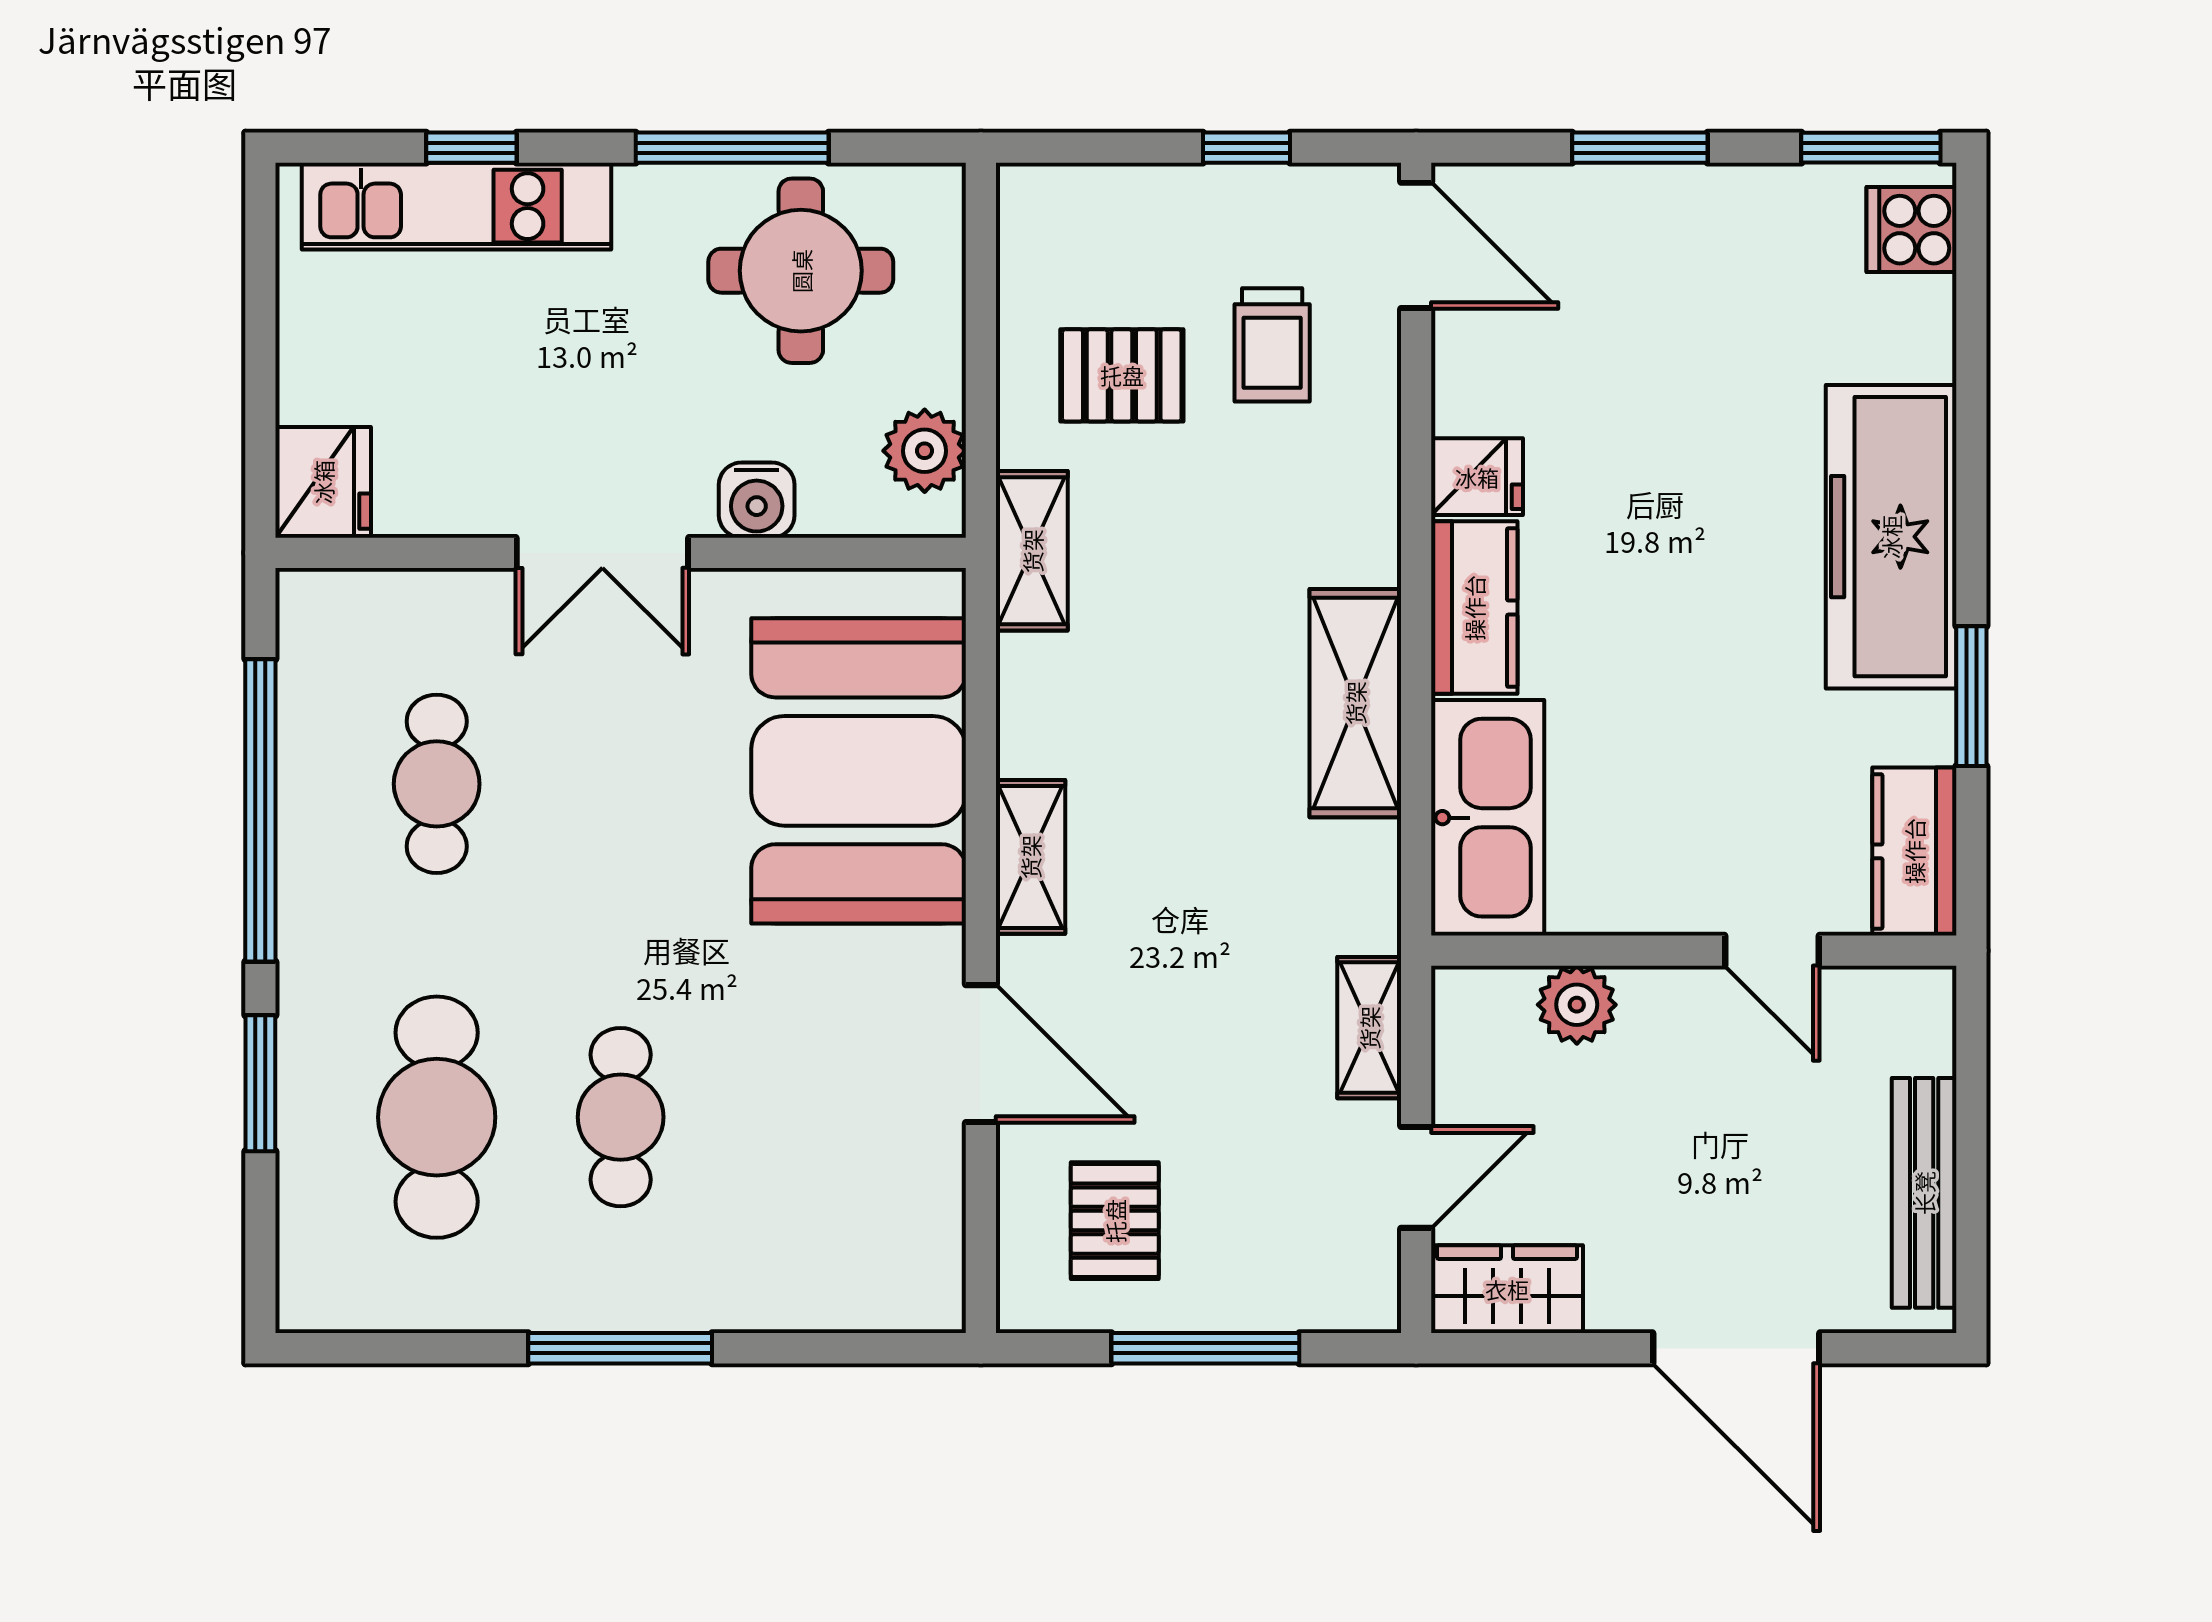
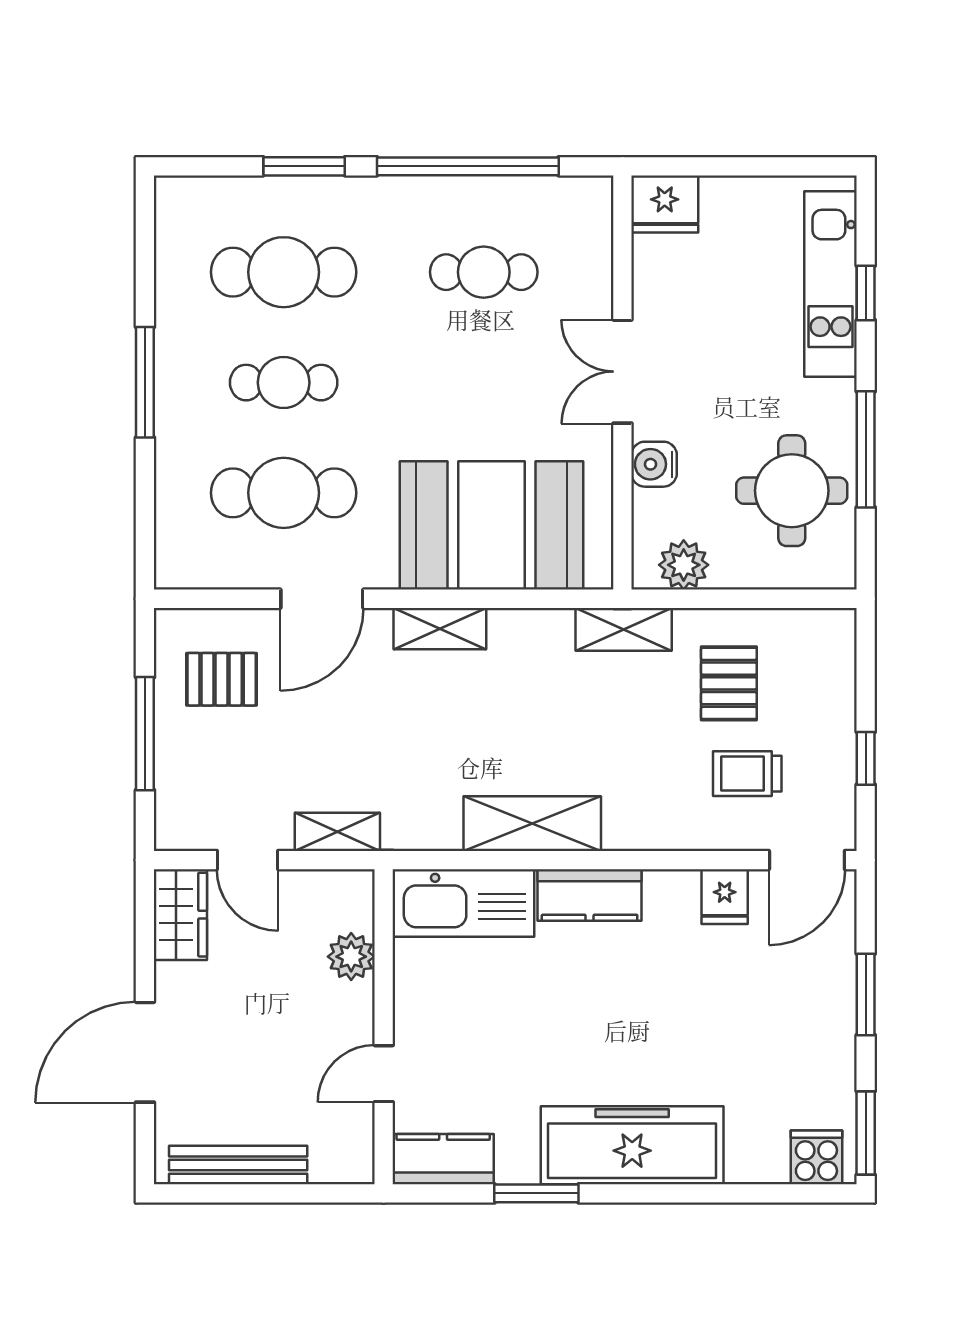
fridge: (1477, 477) -> (725, 897), moved
cafe table: (804, 1117) -> (284, 493), added

